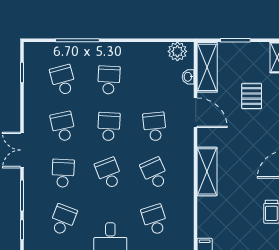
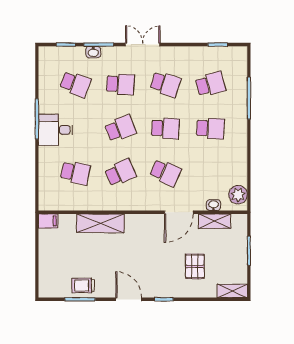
shelving: (207, 67) -> (215, 221), width x0.67, depth x0.75
pallet: (252, 96) -> (195, 266), turned 90
school desk: (63, 127) -> (165, 84), turned 30
school desk: (155, 127) -> (165, 173), turned 30
shelving: (207, 171) -> (100, 223), moved
washbasin: (30, 201) -> (93, 52), added
school desk: (155, 220) -> (75, 173), turned 30

